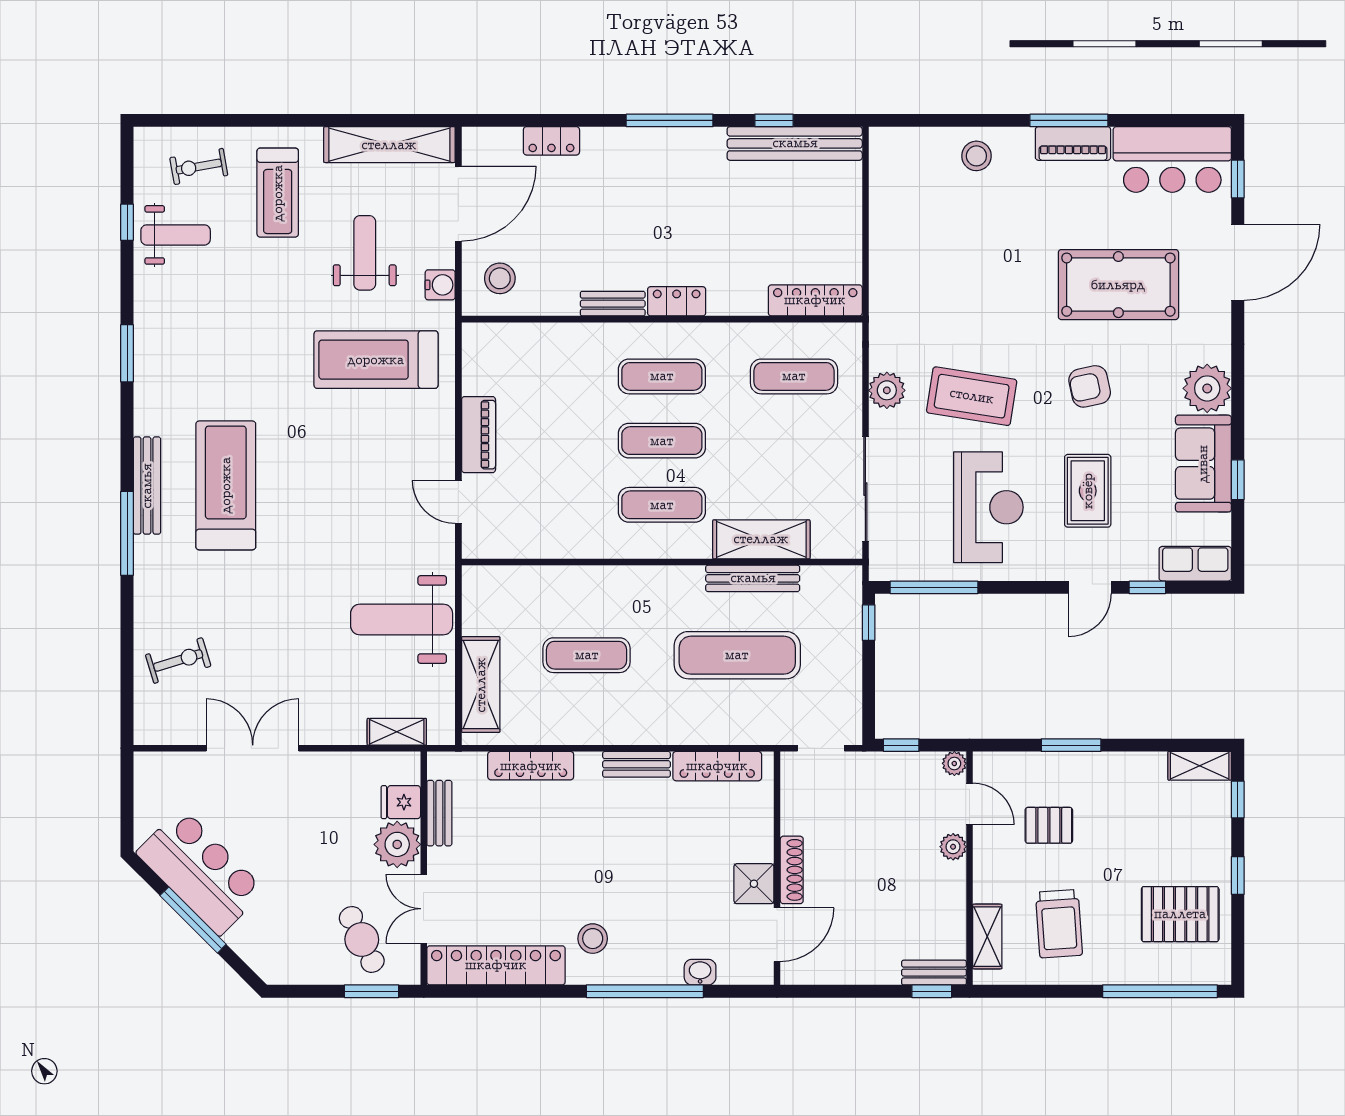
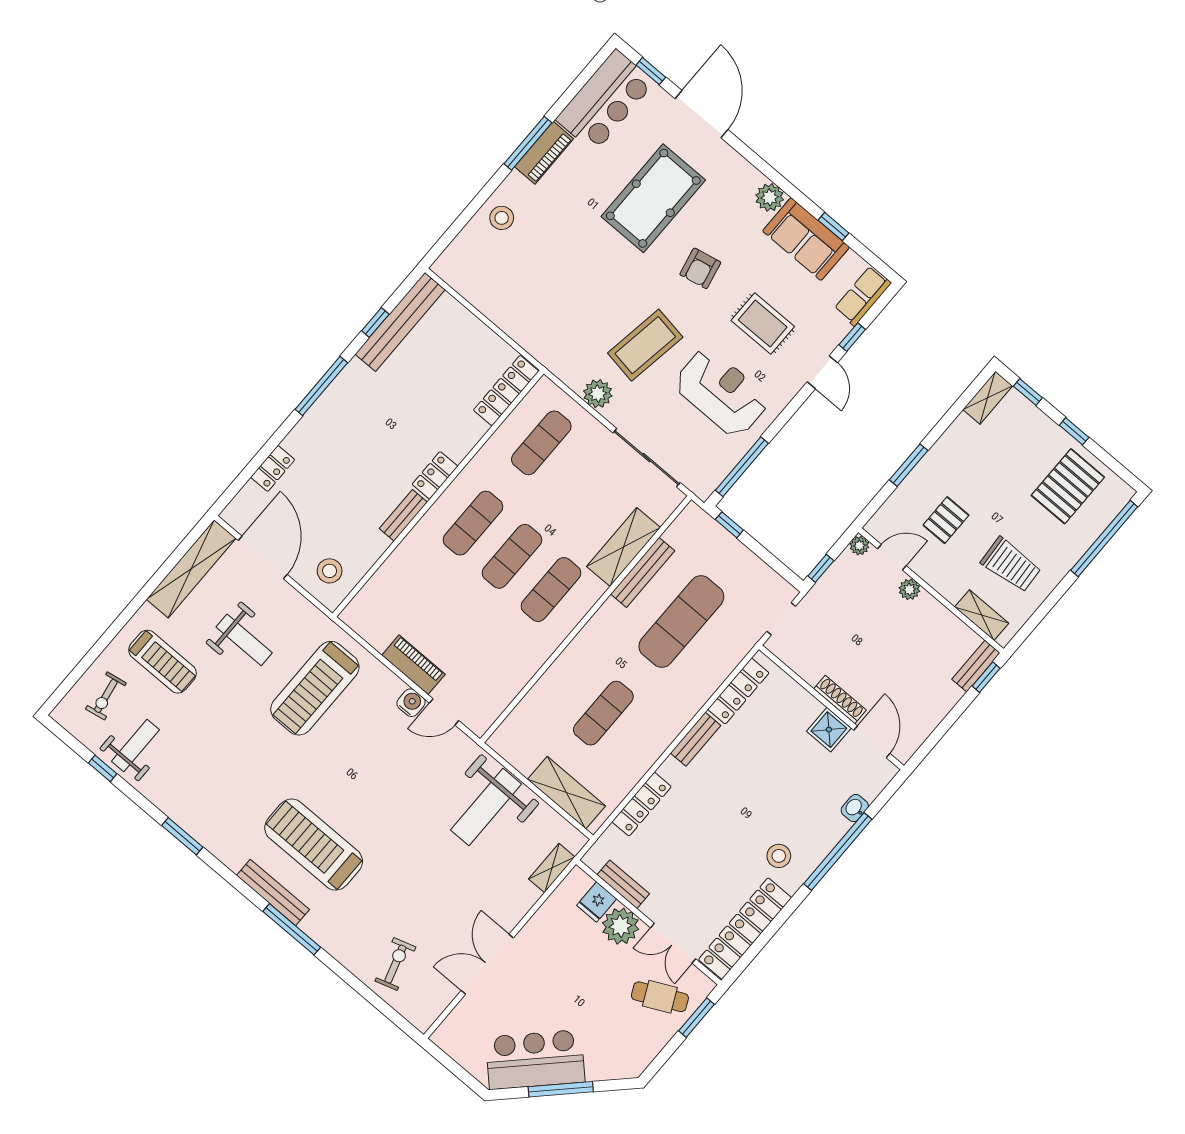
weight bench: (365, 253) -> (244, 640), turned 180
water cooler: (440, 285) -> (411, 703), moved
plant: (1207, 388) -> (770, 197), width x0.73, depth x0.73

